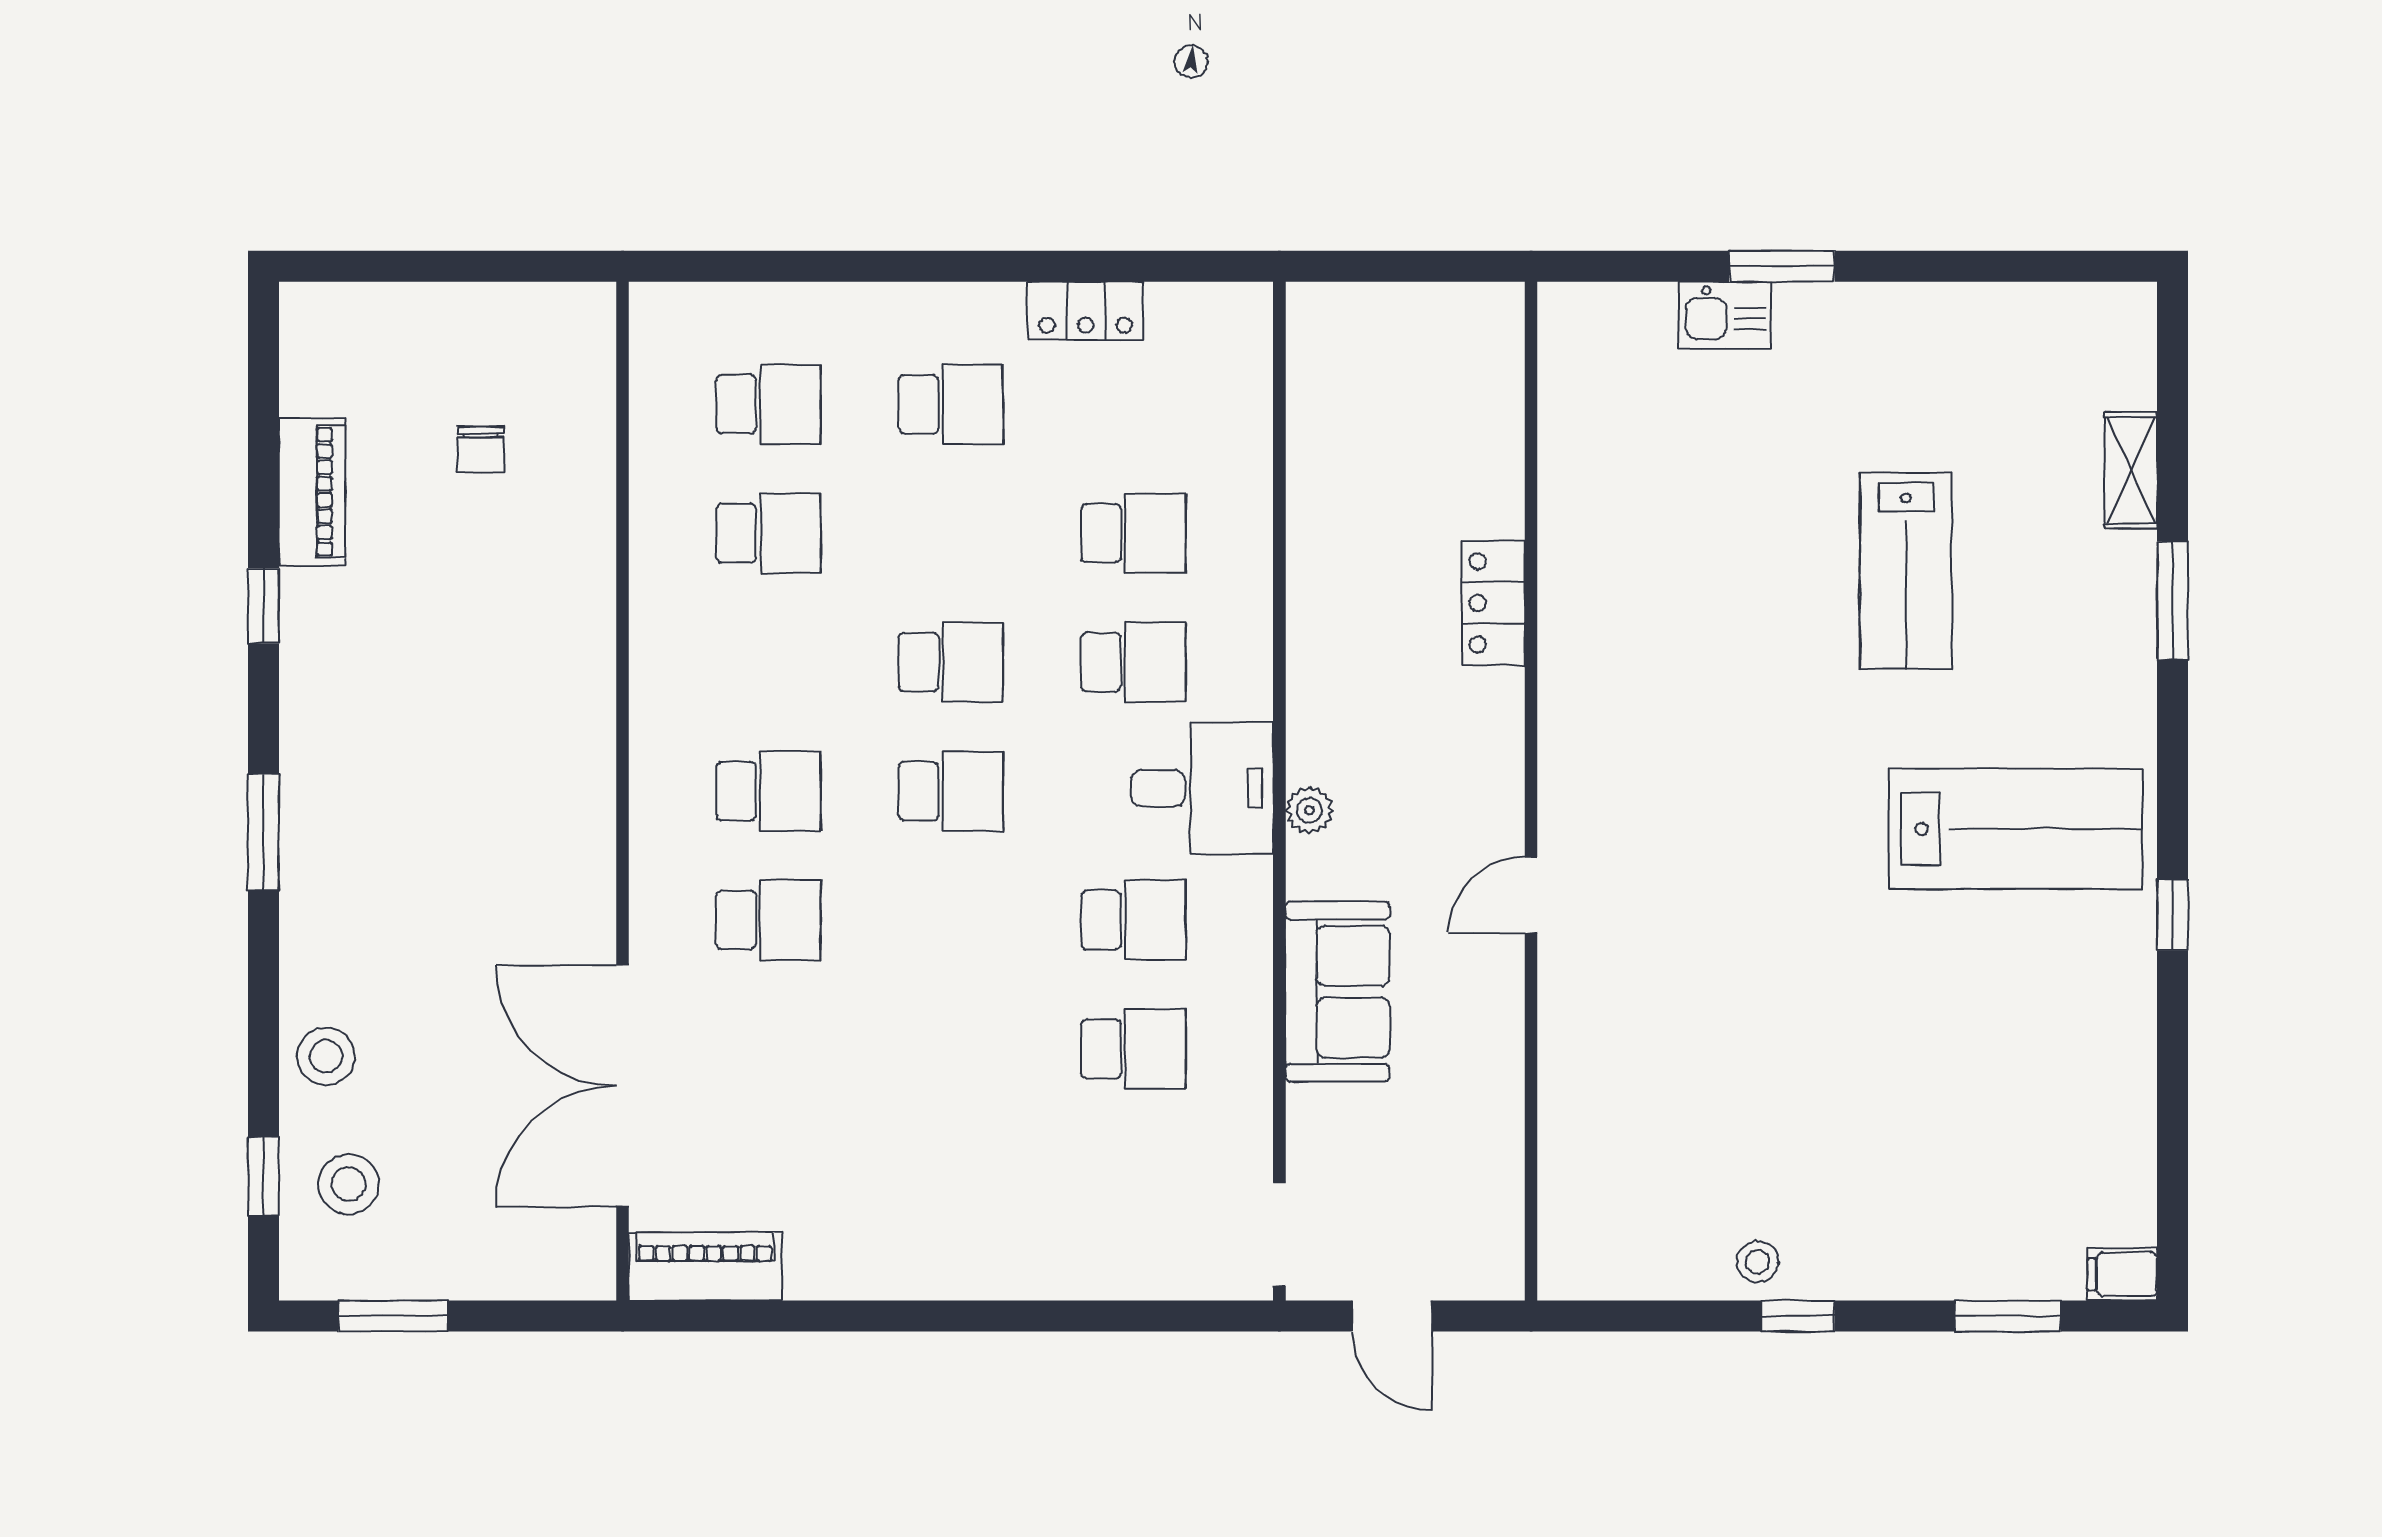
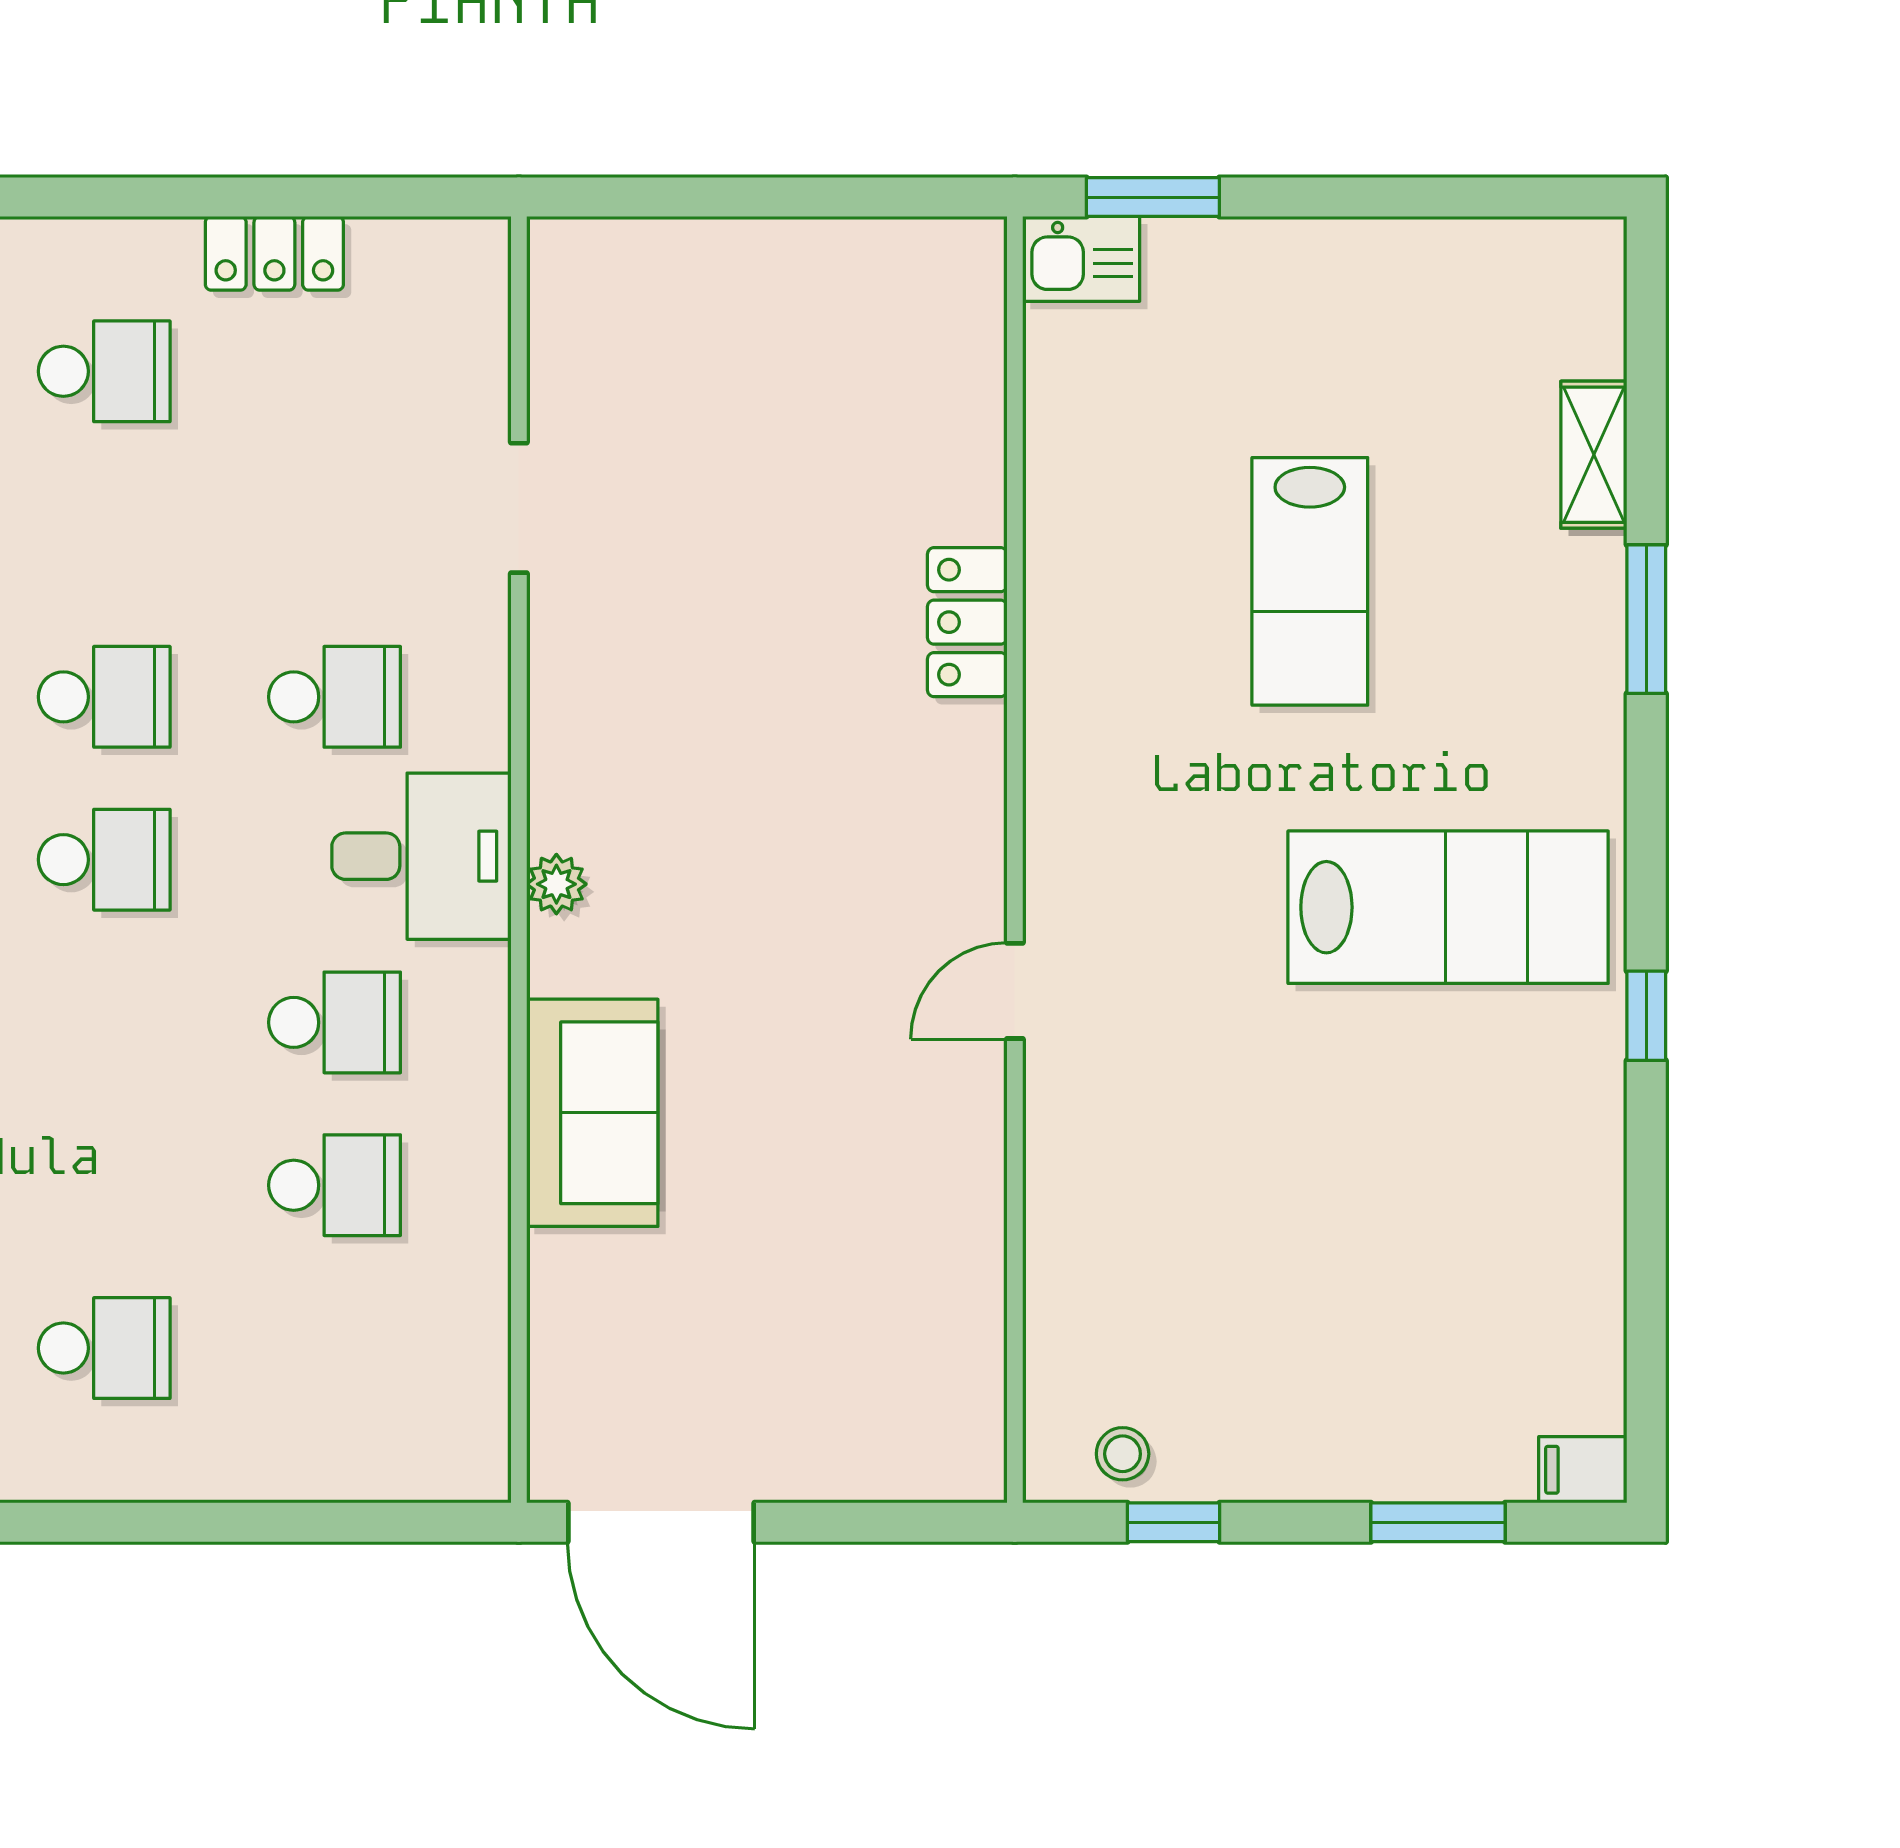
school desk: (1133, 533) -> (104, 1348), moved
locker: (1493, 603) -> (967, 622), moved
wall: (1531, 791) -> (1015, 860), moved
door: (1531, 895) -> (1015, 991), moved
doorway: (1279, 1234) -> (519, 508), moved
door: (1392, 1316) -> (661, 1522), width x1.88

